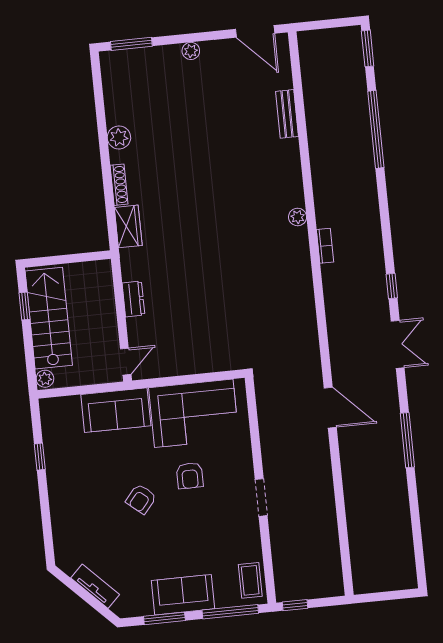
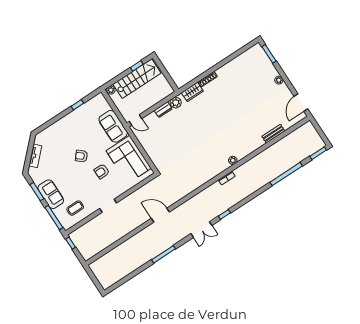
plant: (119, 137) -> (176, 103), moved
door: (330, 408) -> (160, 215), swing flipped
coffee table: (250, 580) -> (75, 208), moved

